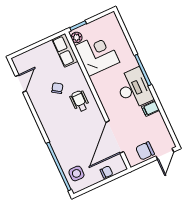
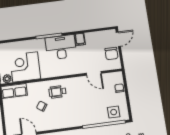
door: (115, 137) -> (94, 73), width x0.53
door: (165, 154) -> (118, 39), hinge flipped

